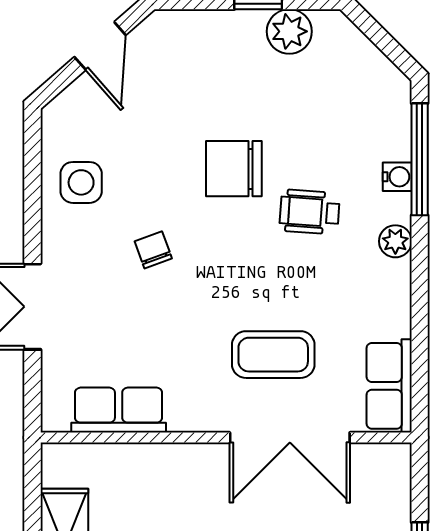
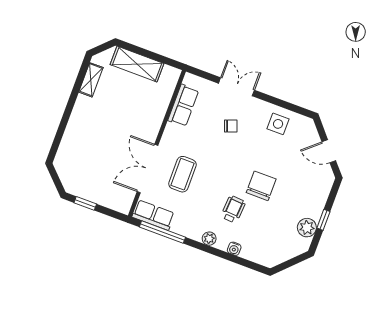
window: (420, 159) -> (162, 232), moved
chair: (153, 250) -> (231, 126), moved

